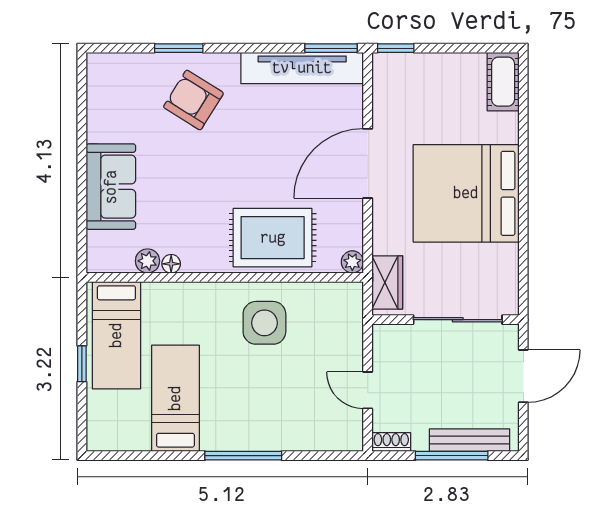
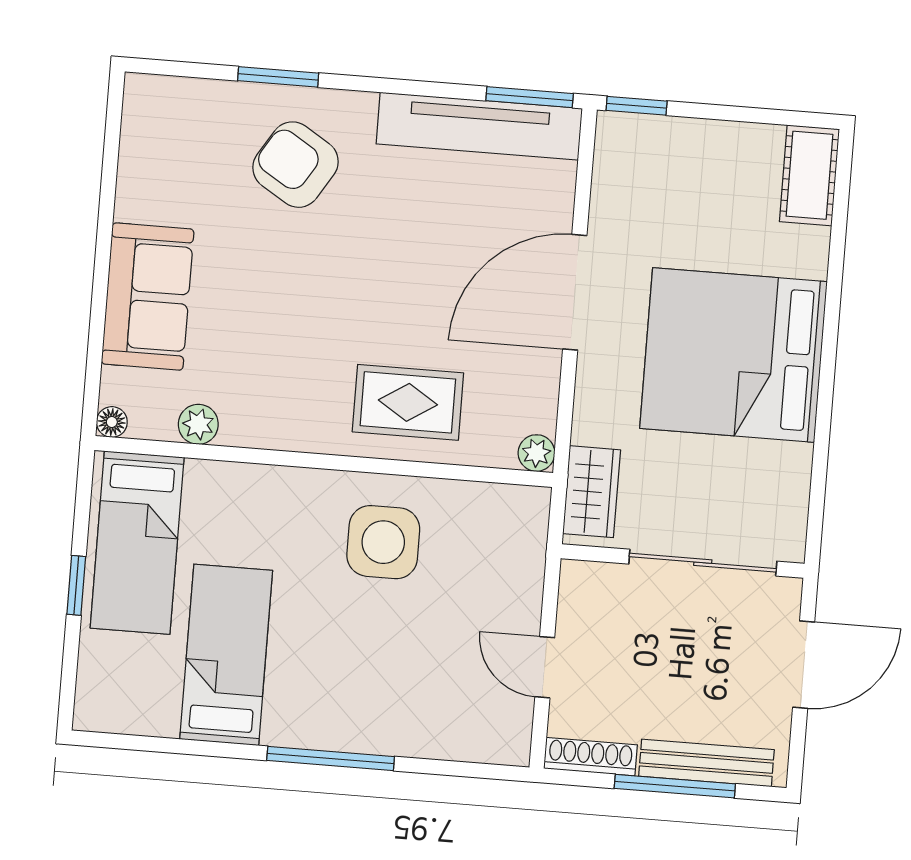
rug: (273, 238) -> (408, 402), width x0.73, depth x0.70
floor lamp: (171, 264) -> (112, 422), moved
shoe rack: (391, 442) -> (591, 757), width x1.43

